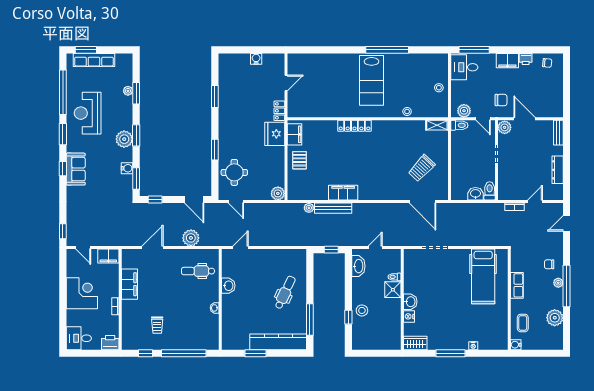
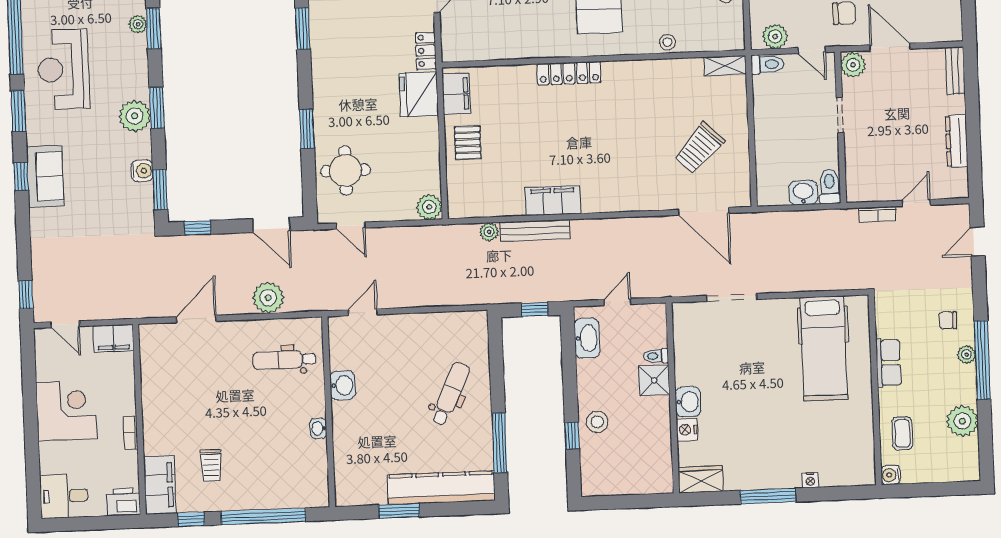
filing cabinet: (130, 284) -> (160, 485), moved

